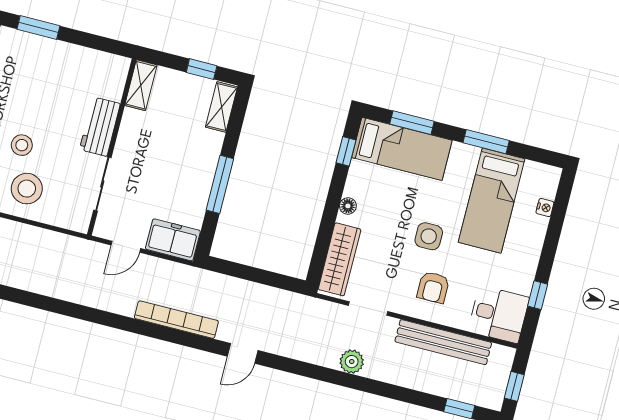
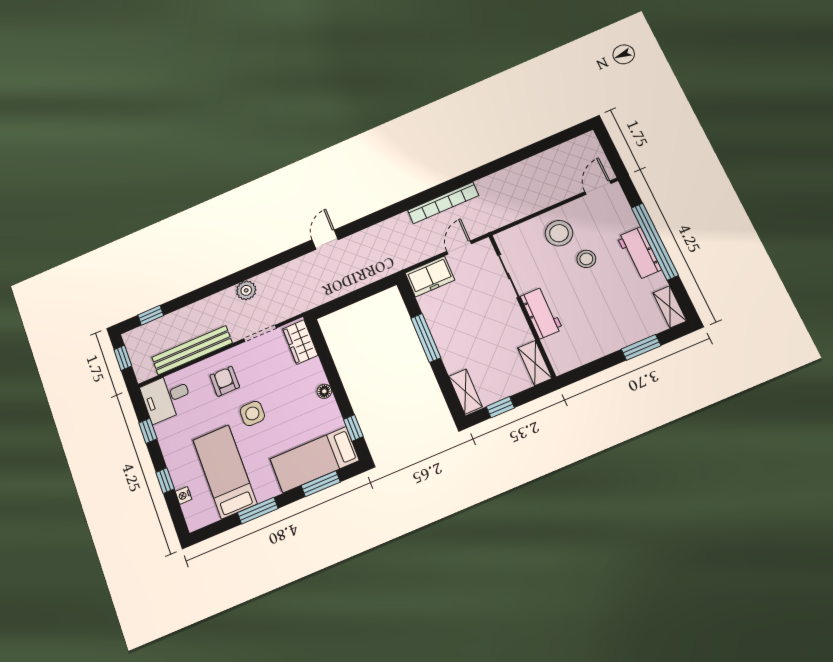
window: (553, 235) -> (165, 481), added
wardrobe: (340, 259) -> (300, 342), width x0.67
bookcase: (176, 320) -> (443, 203), moved

